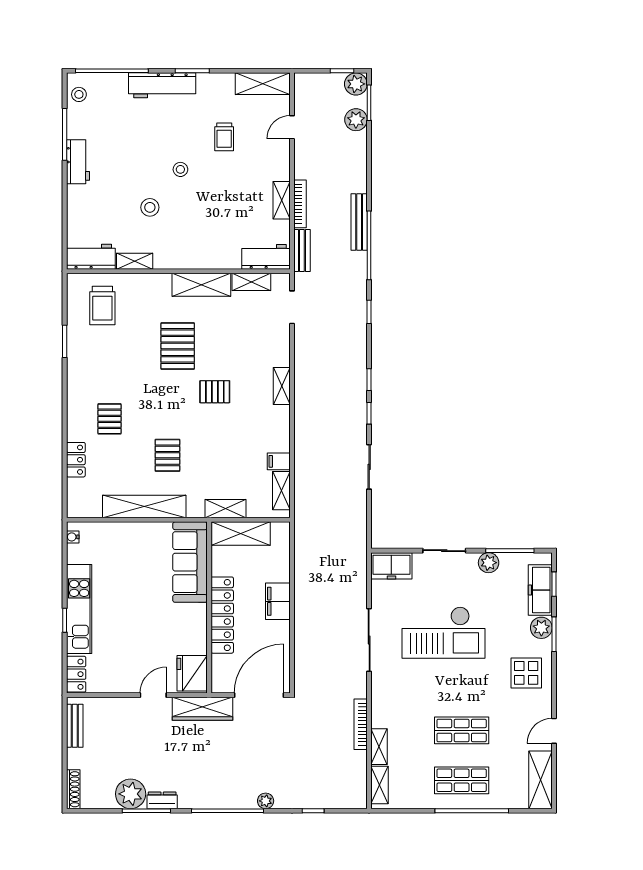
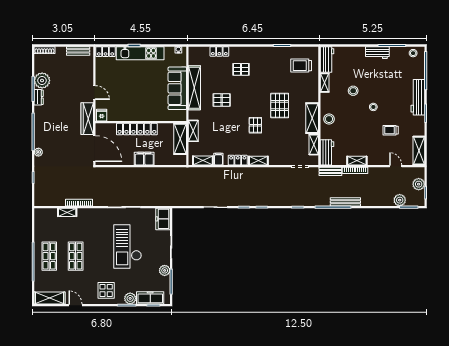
plant: (356, 84) -> (419, 184), moved
stool: (203, 253) -> (329, 119), added
pallet: (178, 346) -> (280, 105), turned 90
locker: (281, 425) -> (238, 160), added
sofa: (190, 562) -> (177, 88), moved, turned -90
fridge: (192, 673) -> (102, 115), width x0.53, depth x0.75
shelving: (379, 785) -> (47, 213), removed

